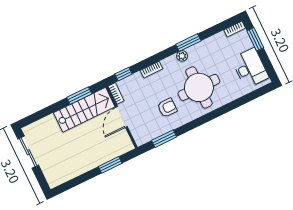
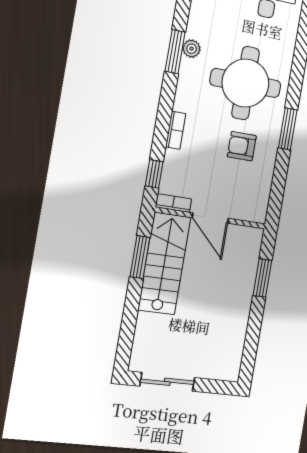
plant: (182, 56) -> (191, 49), moved
armchair: (167, 108) -> (242, 146), turned -90
window: (164, 139) -> (288, 129), moved

